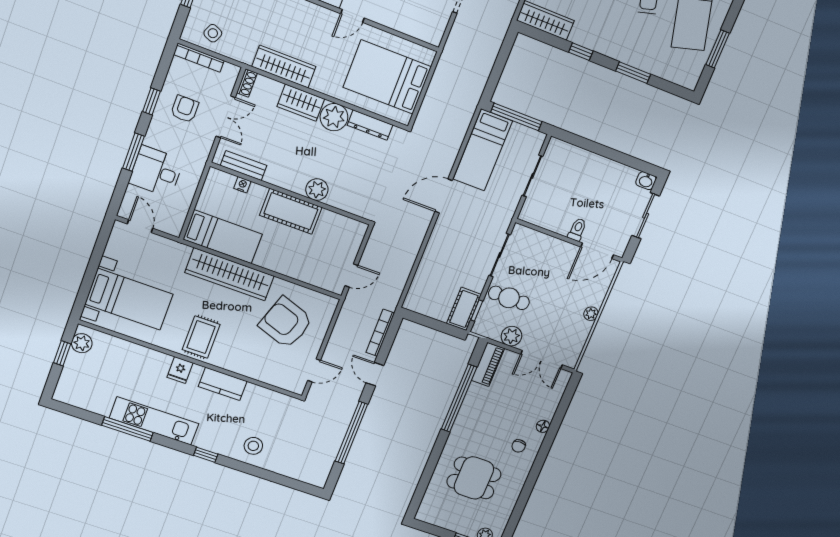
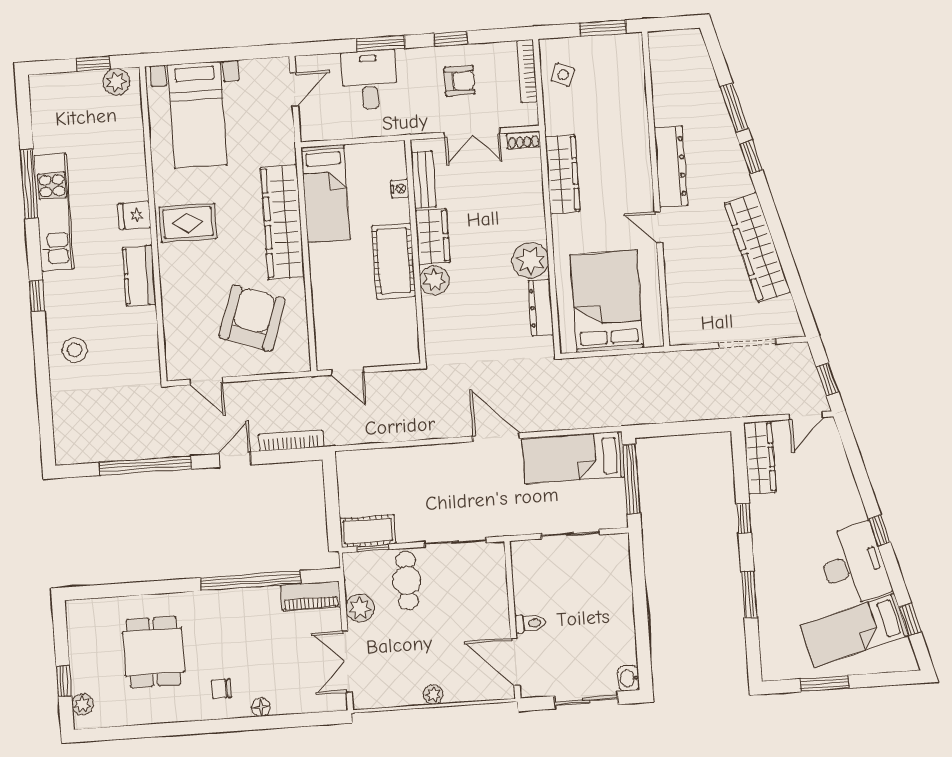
wardrobe: (301, 103) -> (432, 237), moved, turned 180

